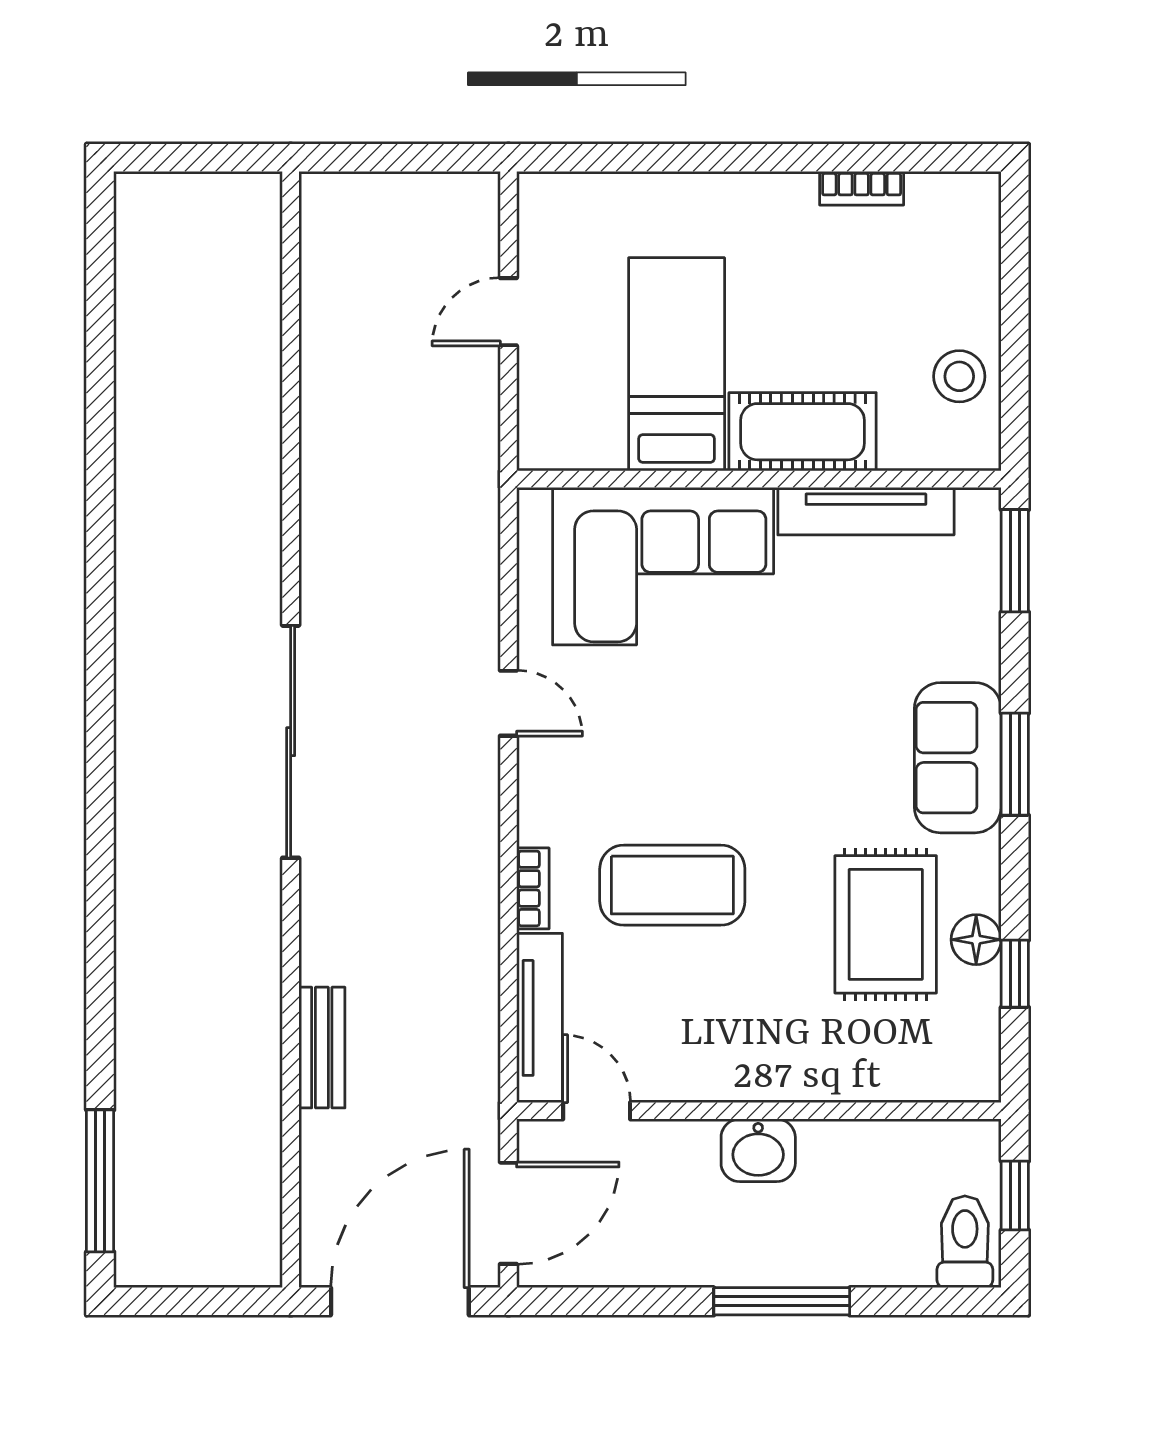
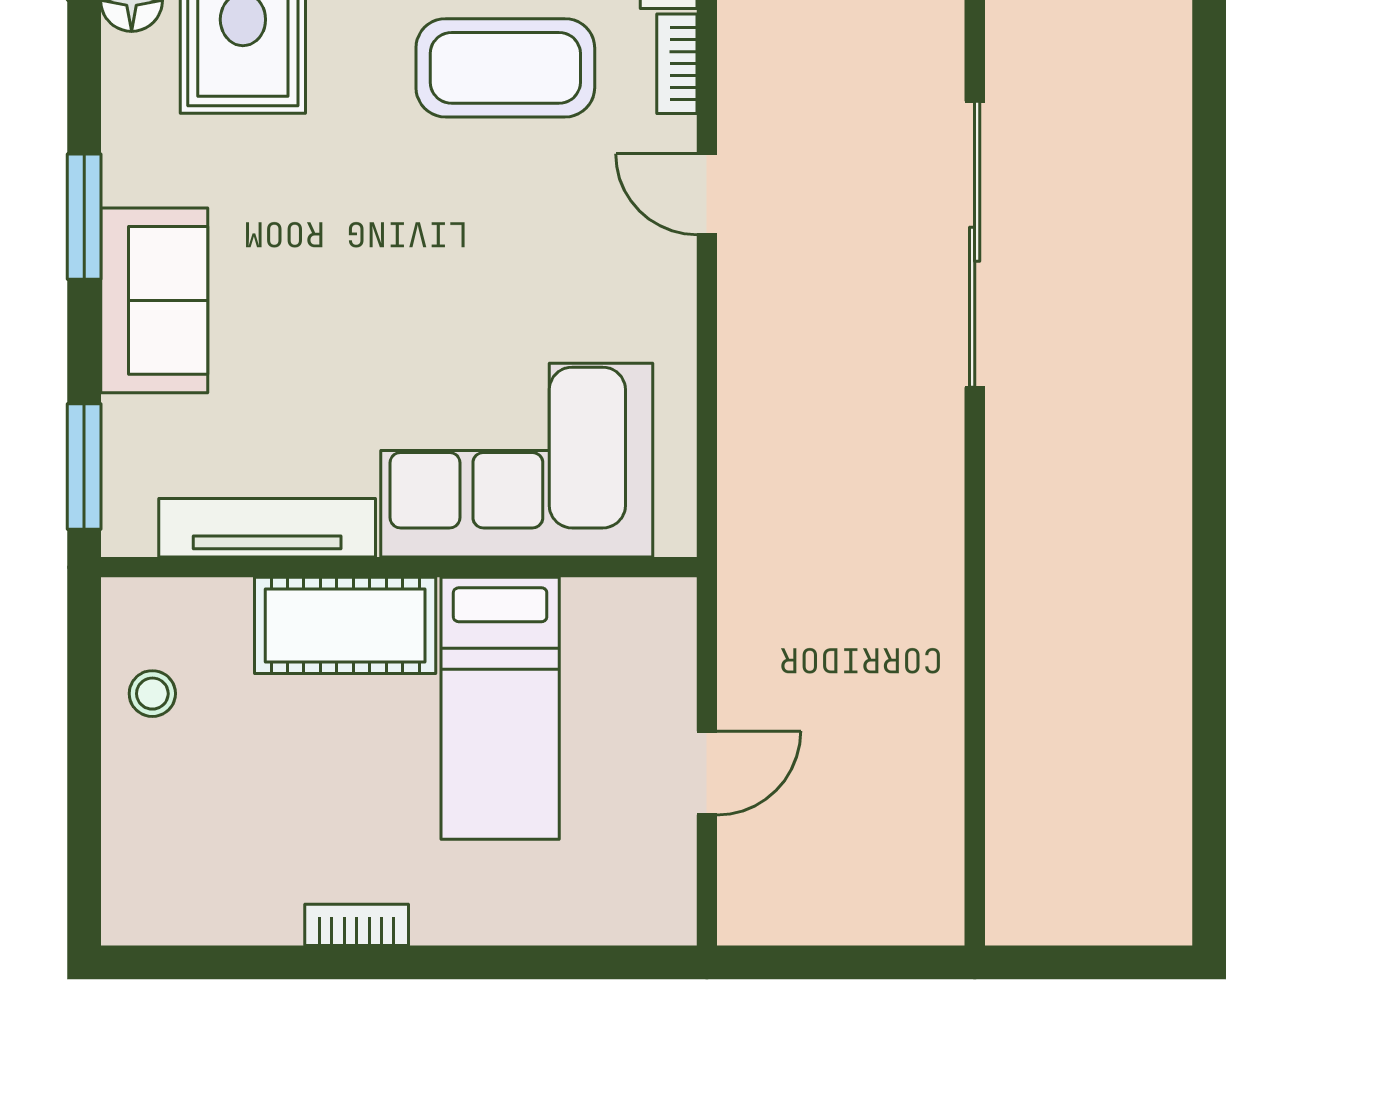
bookcase: (862, 188) -> (357, 925), moved
stool: (959, 376) -> (152, 694), width x0.73, depth x0.73
door: (508, 703) -> (707, 194), moved
sofa: (958, 758) -> (154, 300), moved

